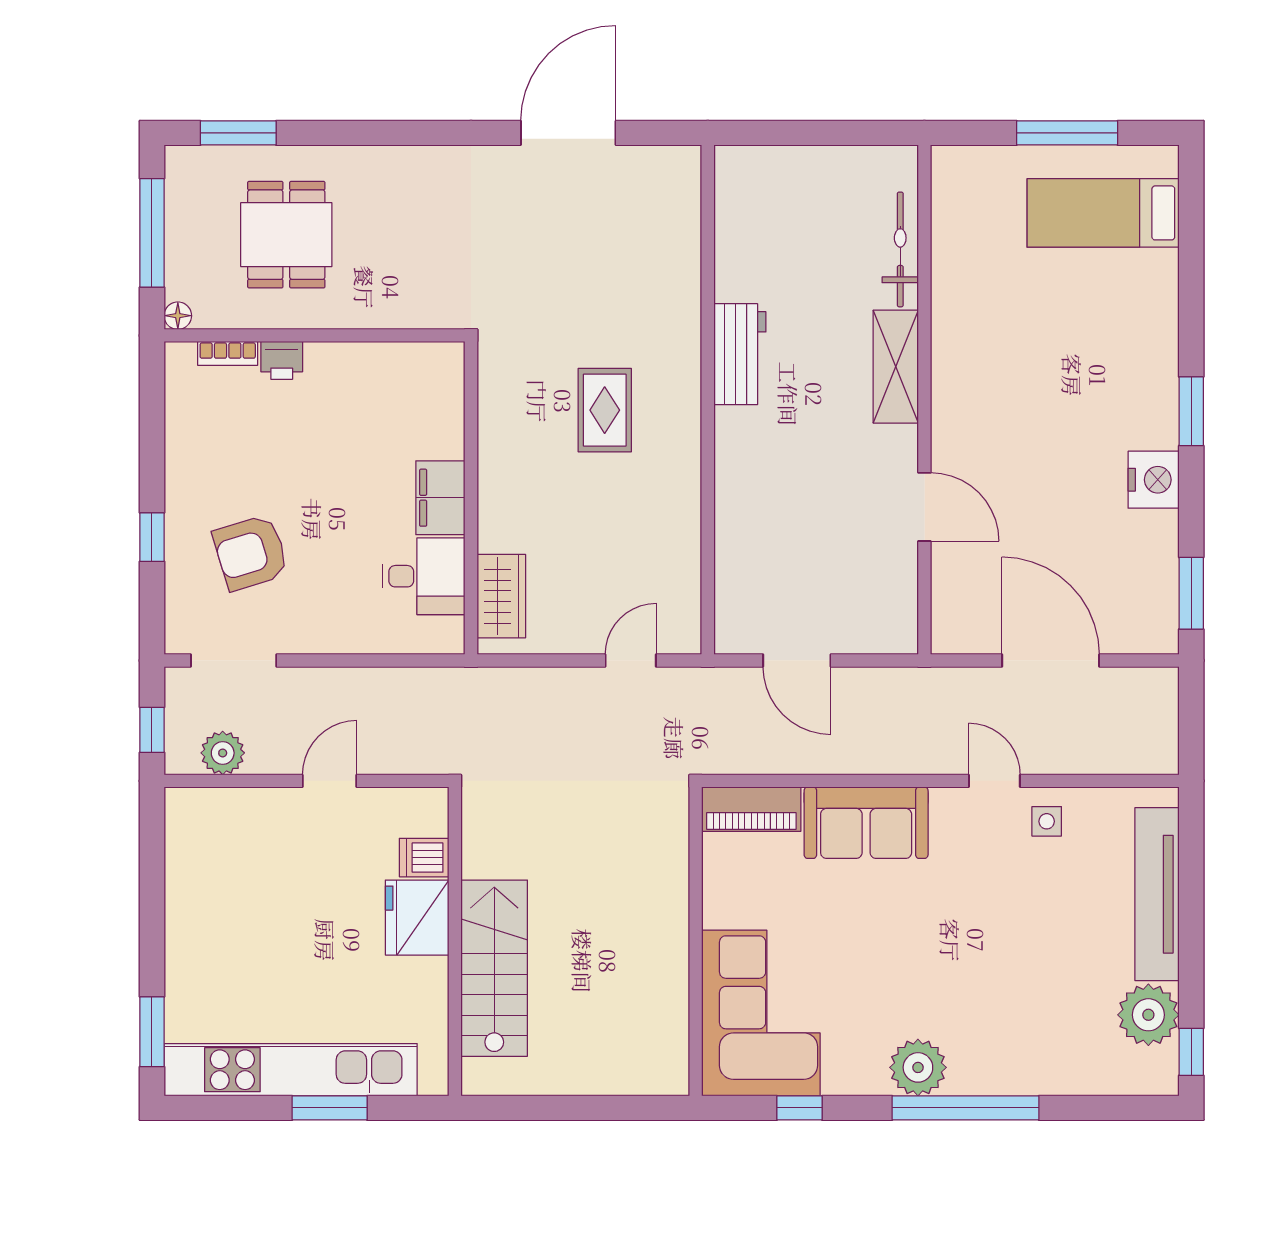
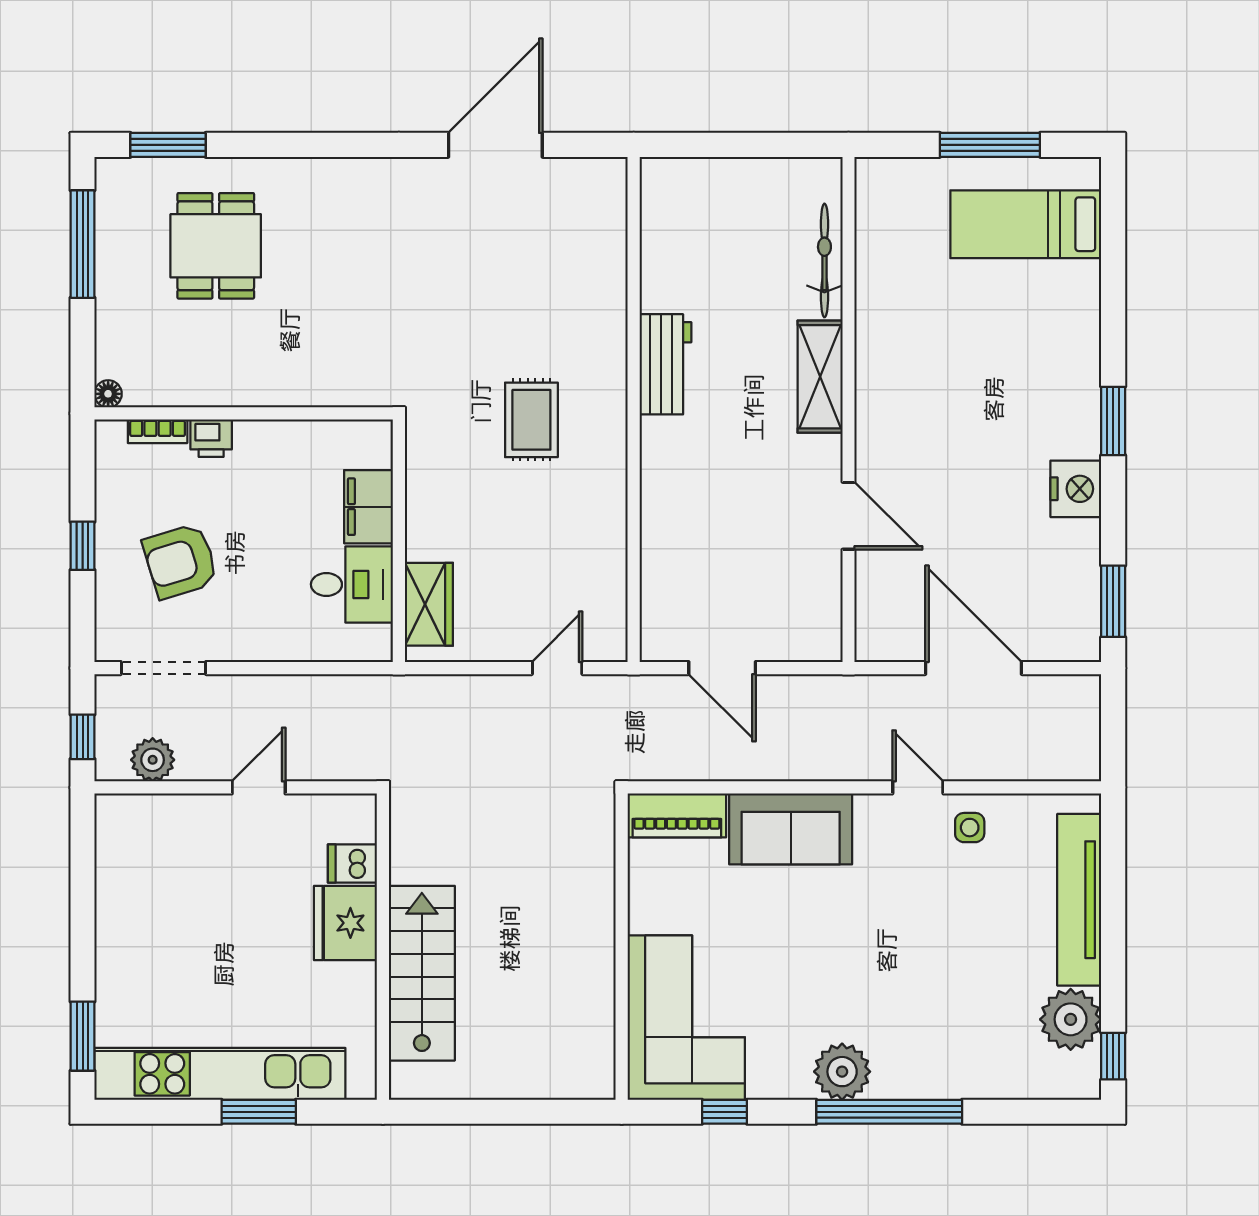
floor lamp: (178, 316) -> (108, 394), moved
wall: (315, 335) -> (244, 413), moved
bookcase: (228, 353) -> (158, 431), moved
printer: (282, 360) -> (211, 438), moved

